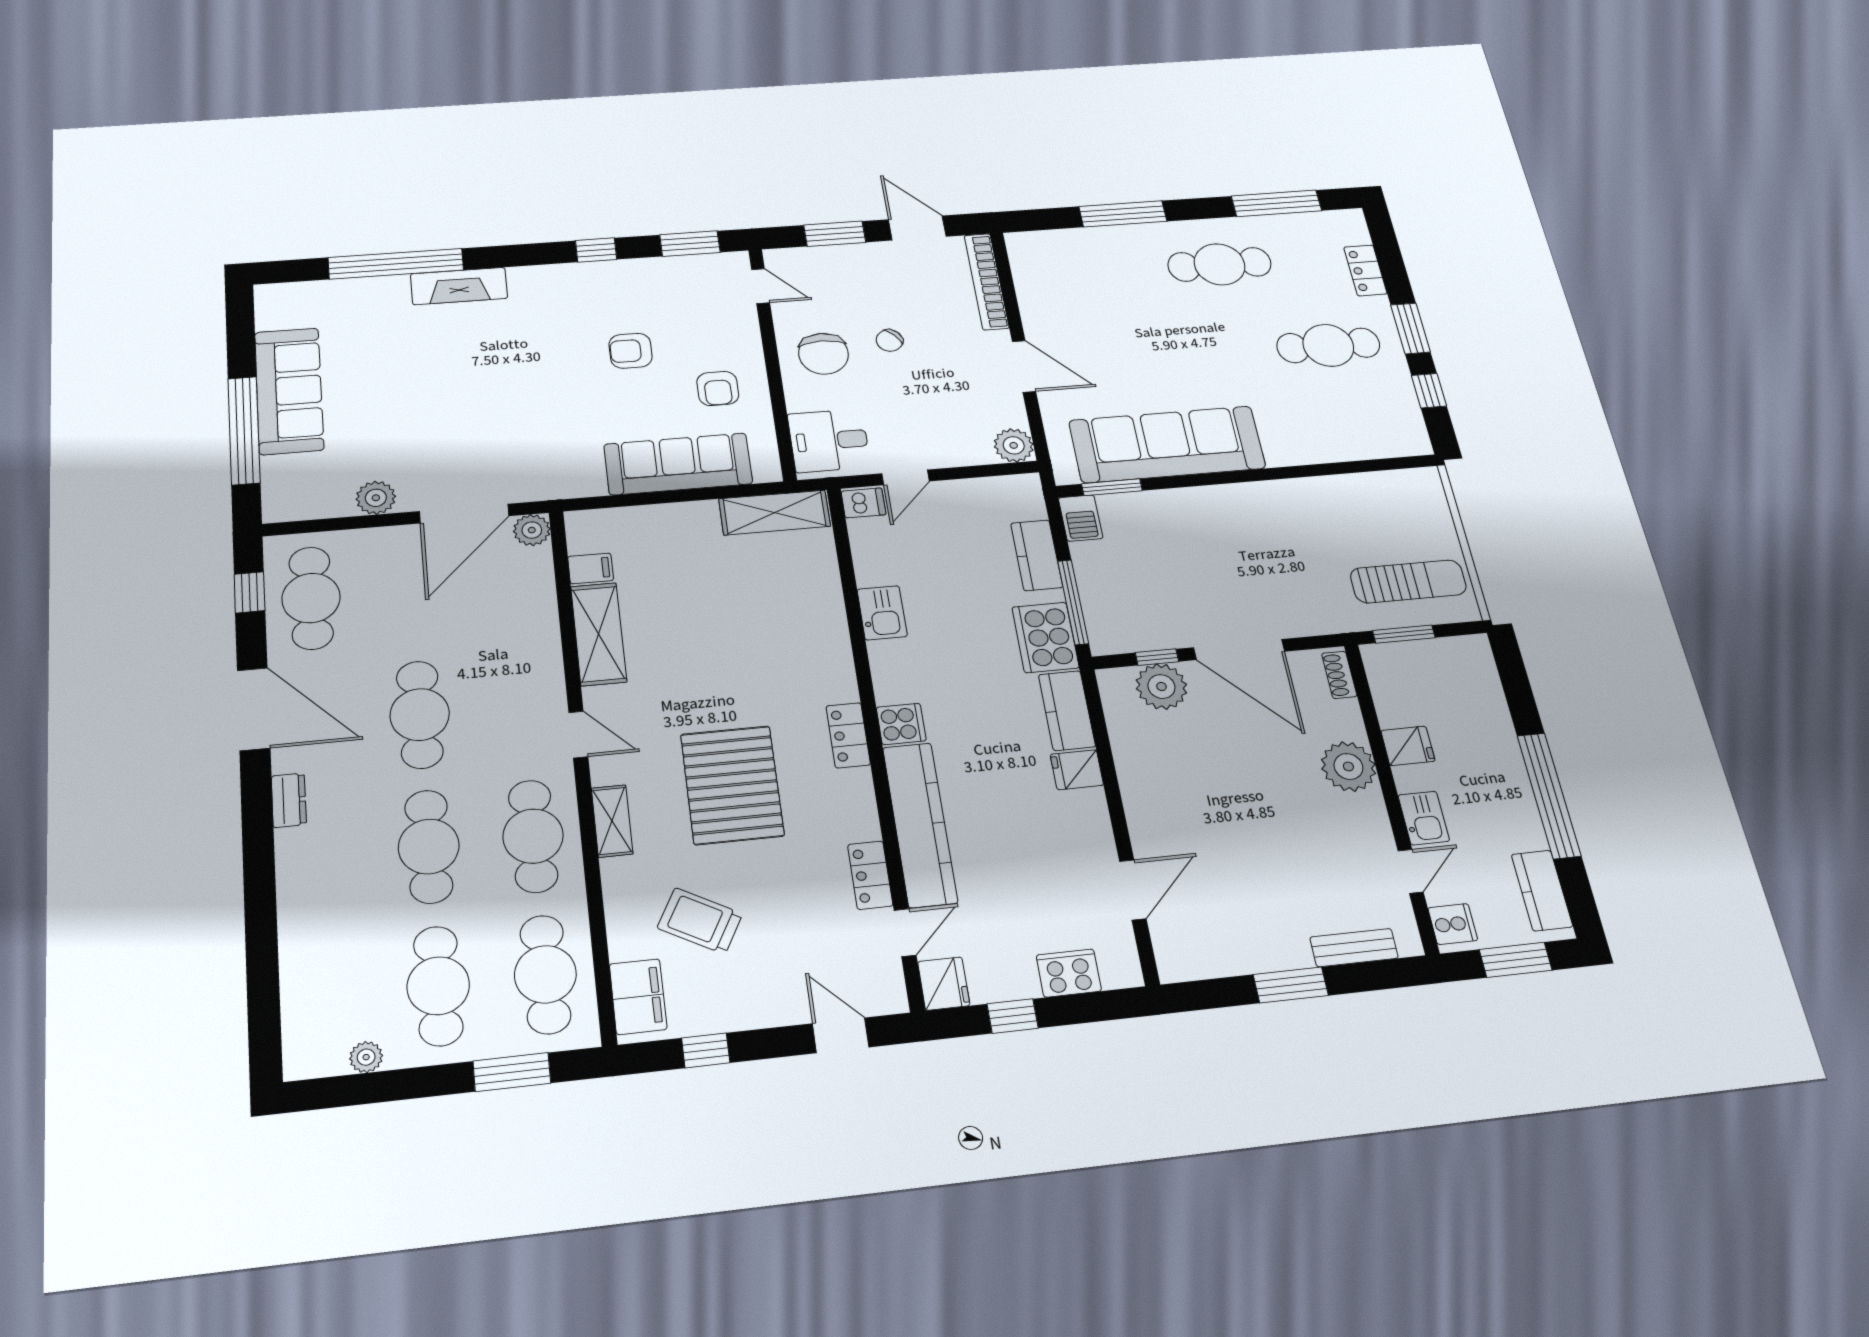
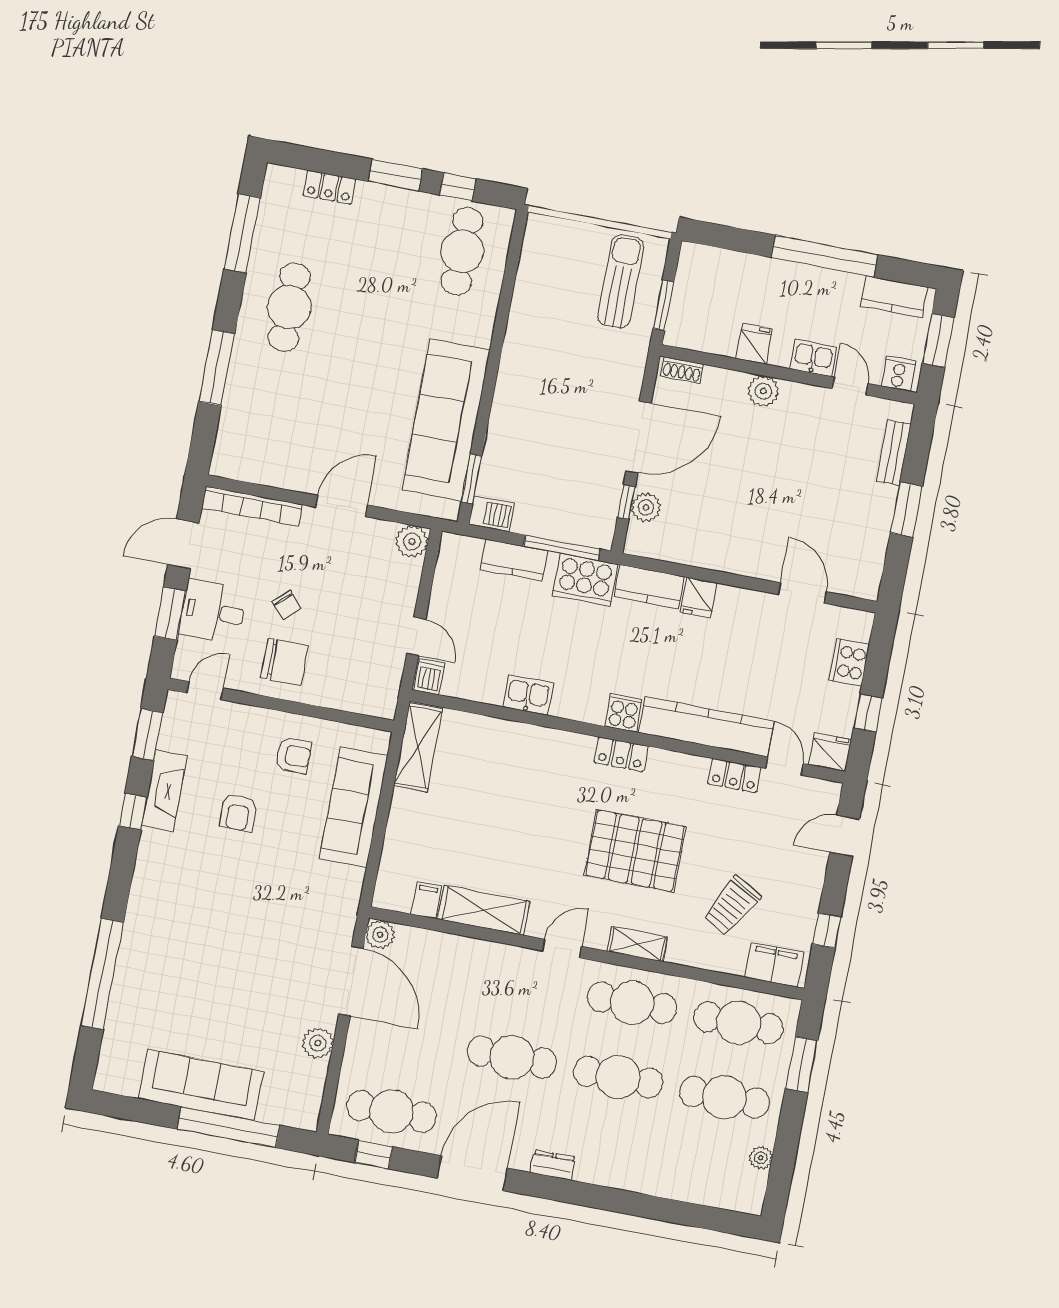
fireplace: (459, 286) -> (164, 791), moved
cafe table: (1328, 345) -> (462, 251), moved
desk: (829, 441) -> (213, 612), moved, turned 90
plant: (1161, 687) -> (646, 507), width x0.73, depth x0.73
plant: (1348, 766) -> (763, 391), width x0.73, depth x0.73

